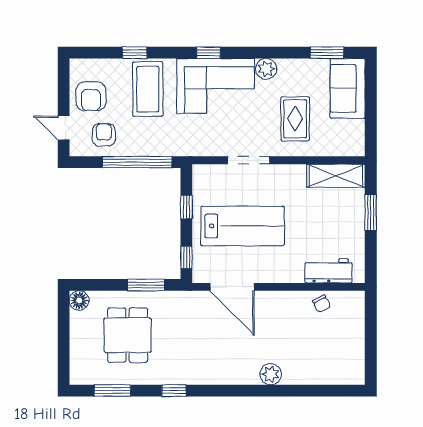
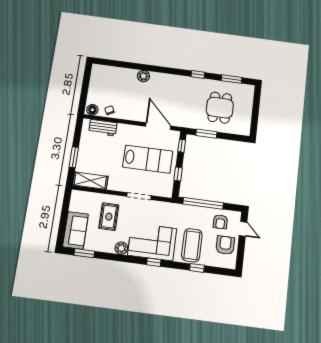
lab bench: (243, 226) -> (148, 159), turned 180
floor lamp: (79, 300) -> (92, 110), moved

